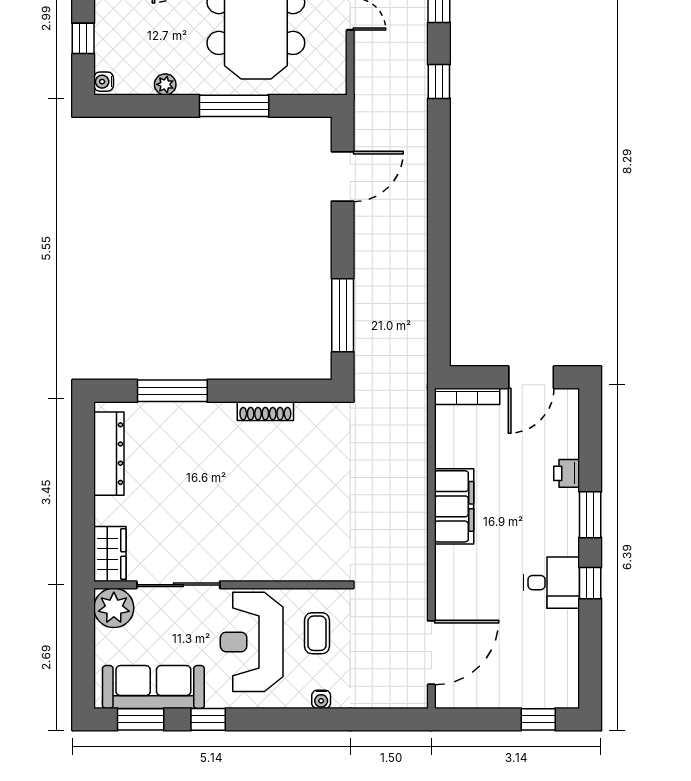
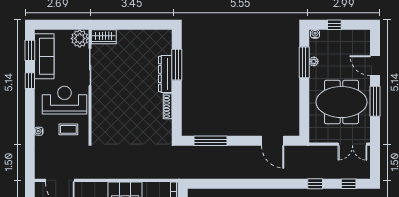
window: (234, 106) -> (304, 62), moved
dresser: (109, 454) -> (165, 74), moved, turned 90

